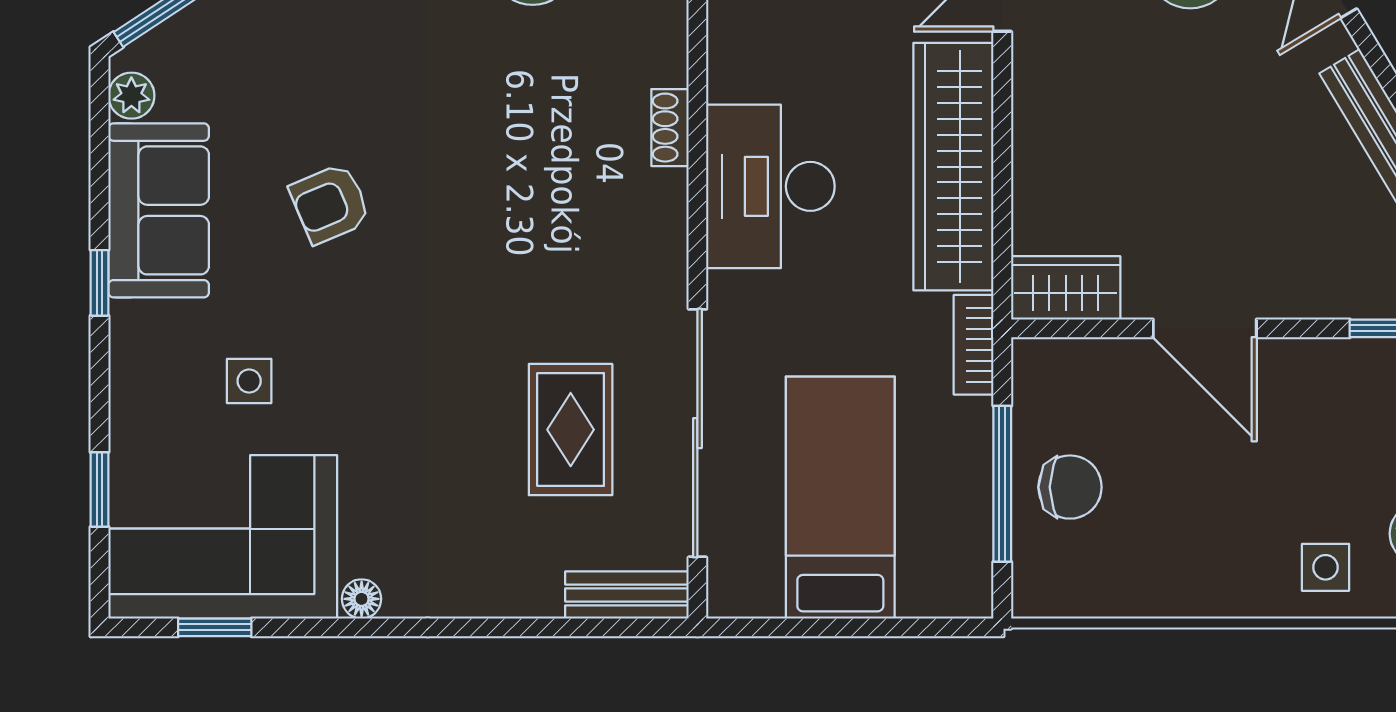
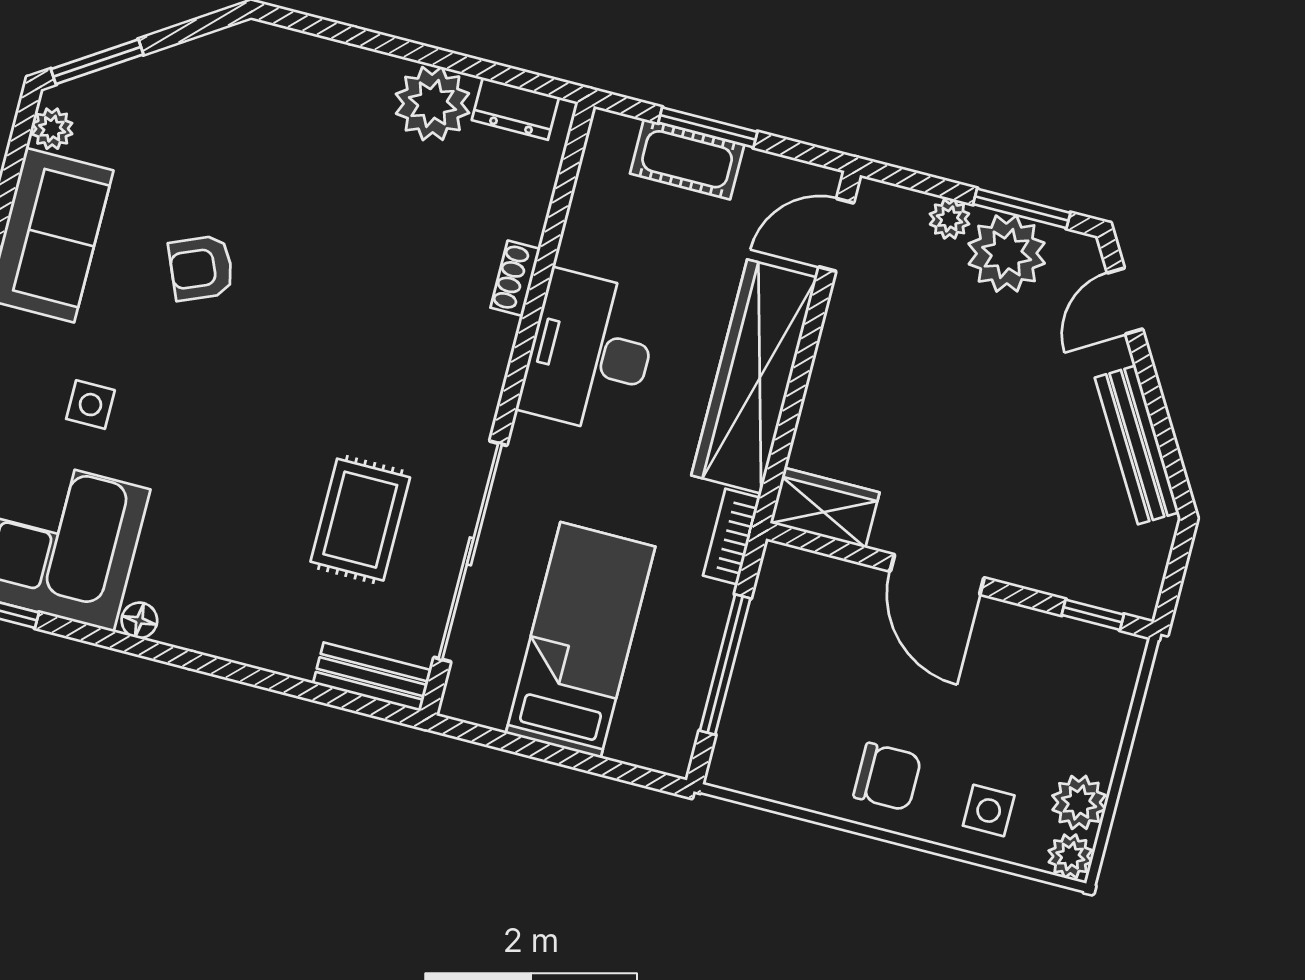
chair: (1070, 487) -> (887, 777), moved

